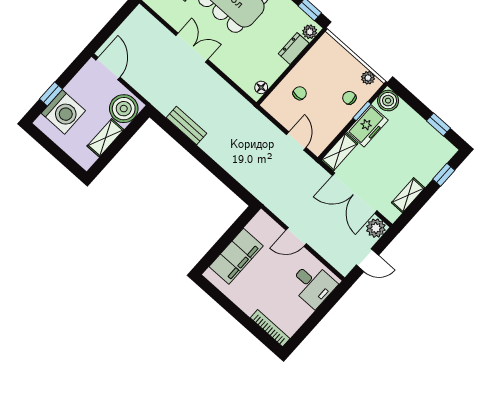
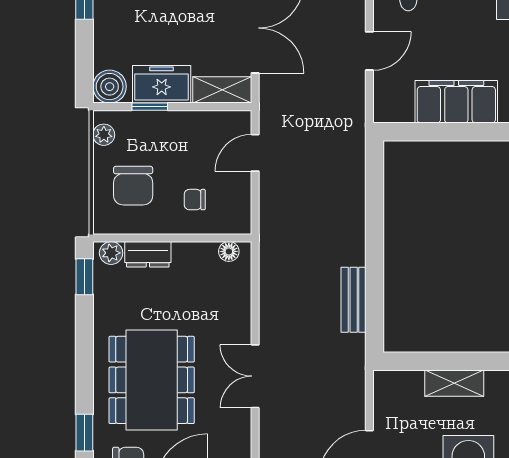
chair: (349, 98) -> (133, 186), moved, width x1.87, depth x1.87
boiler: (124, 109) -> (400, 392), removed
door: (296, 237) -> (369, 51), hinge flipped

